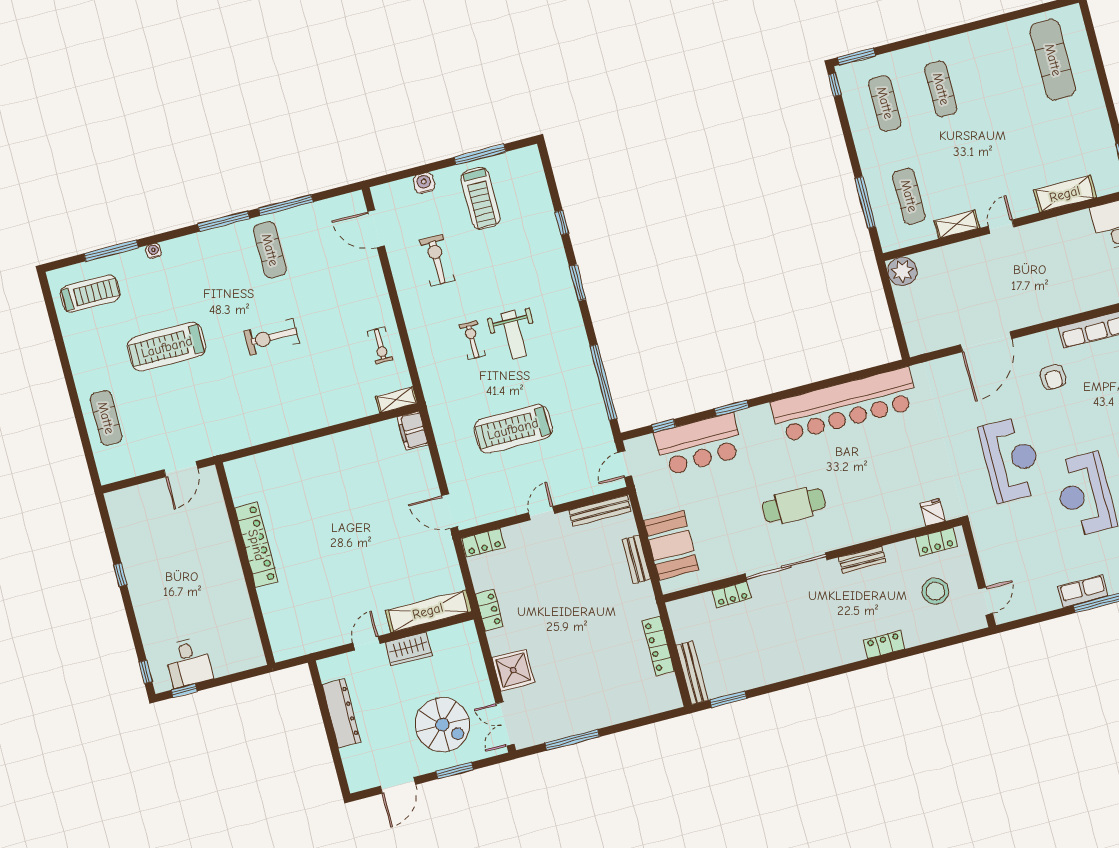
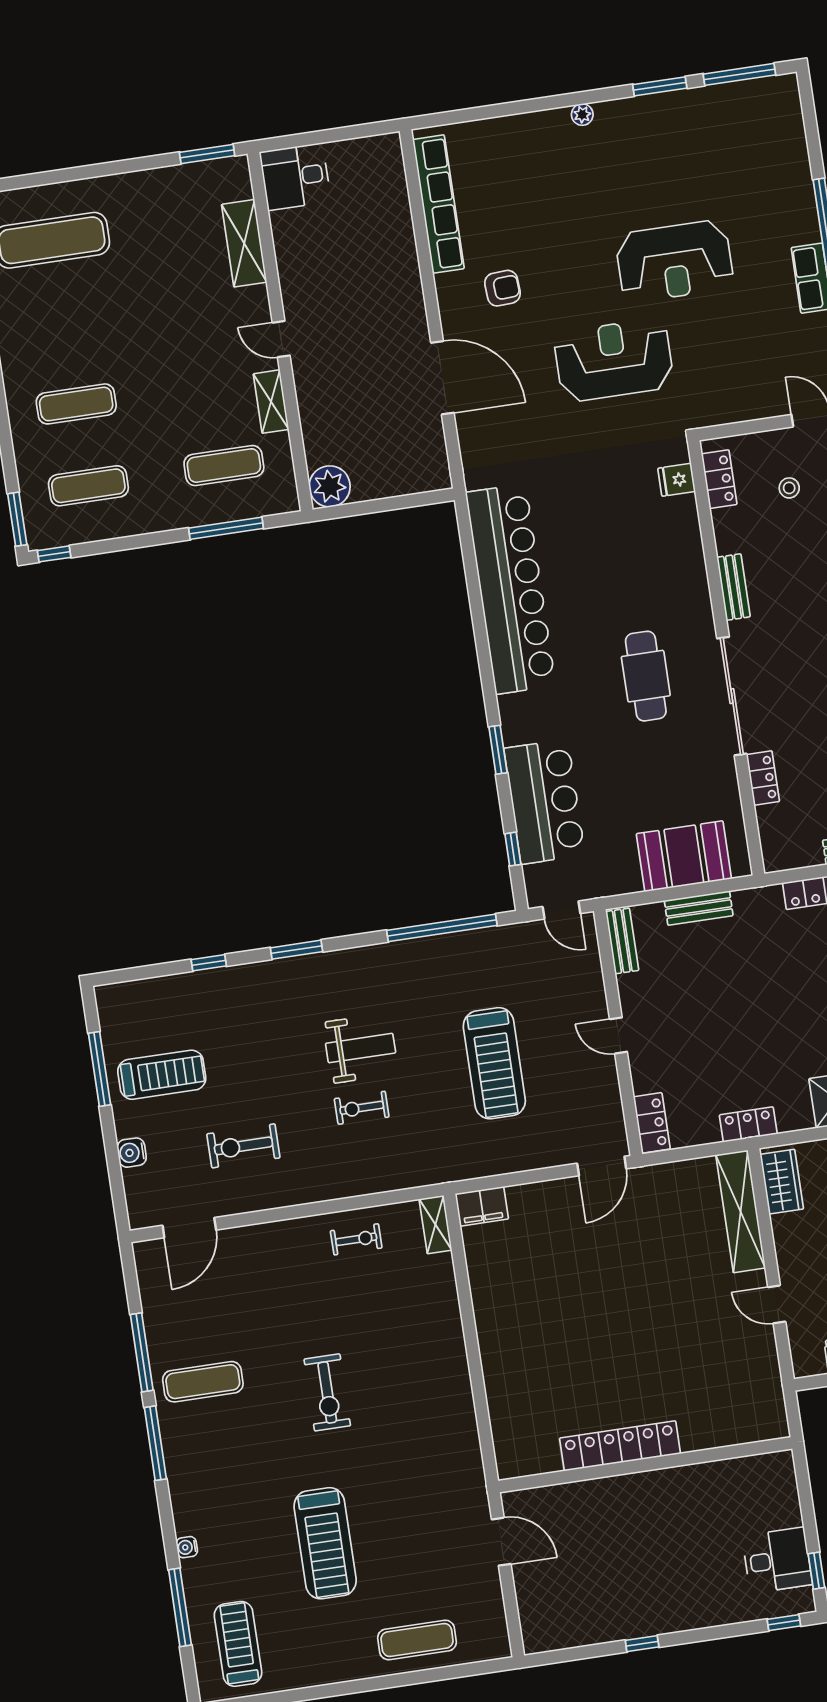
bench: (600, 511) -> (622, 941), width x0.73
stool: (935, 591) -> (789, 488), width x0.53, depth x0.53
wardrobe: (409, 649) -> (782, 1182), moved

